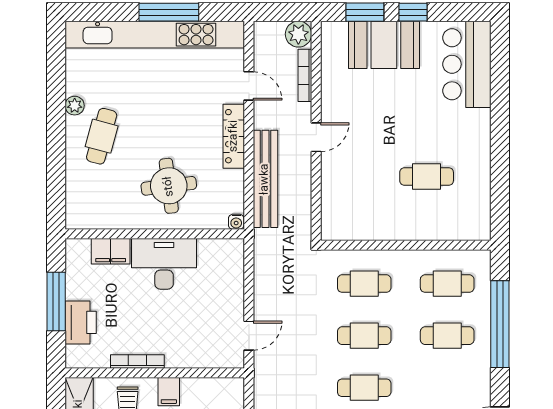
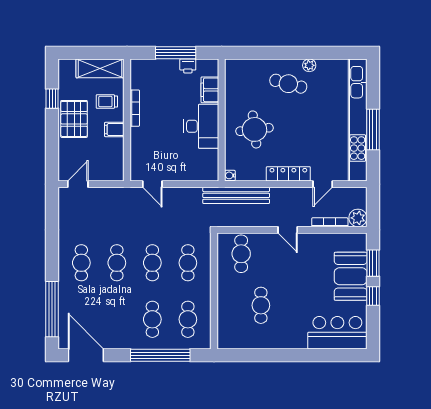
bench: (265, 179) -> (236, 195), moved
cafe table: (351, 205) -> (241, 254), added
printer: (81, 322) -> (188, 66), moved, width x0.53, depth x0.68

